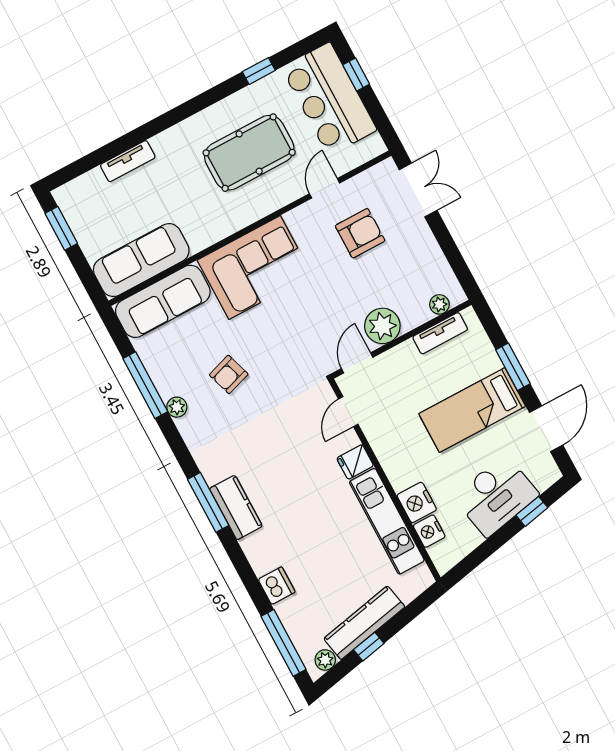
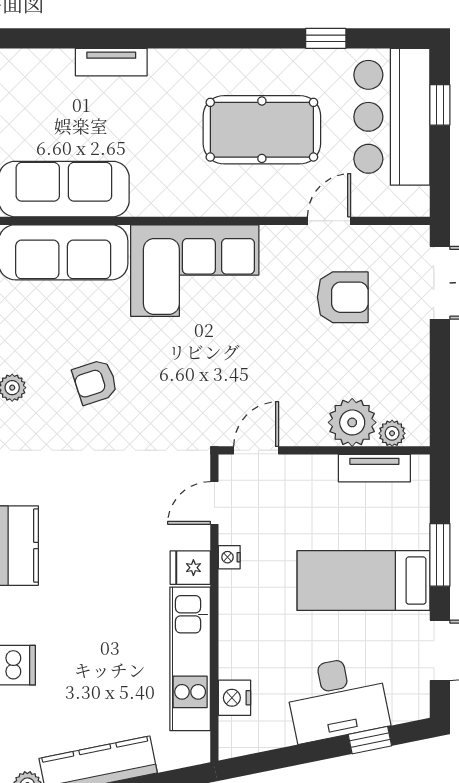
plant: (382, 326) -> (352, 422), moved
nightstand: (417, 502) -> (229, 557), moved, width x0.53, depth x0.56

